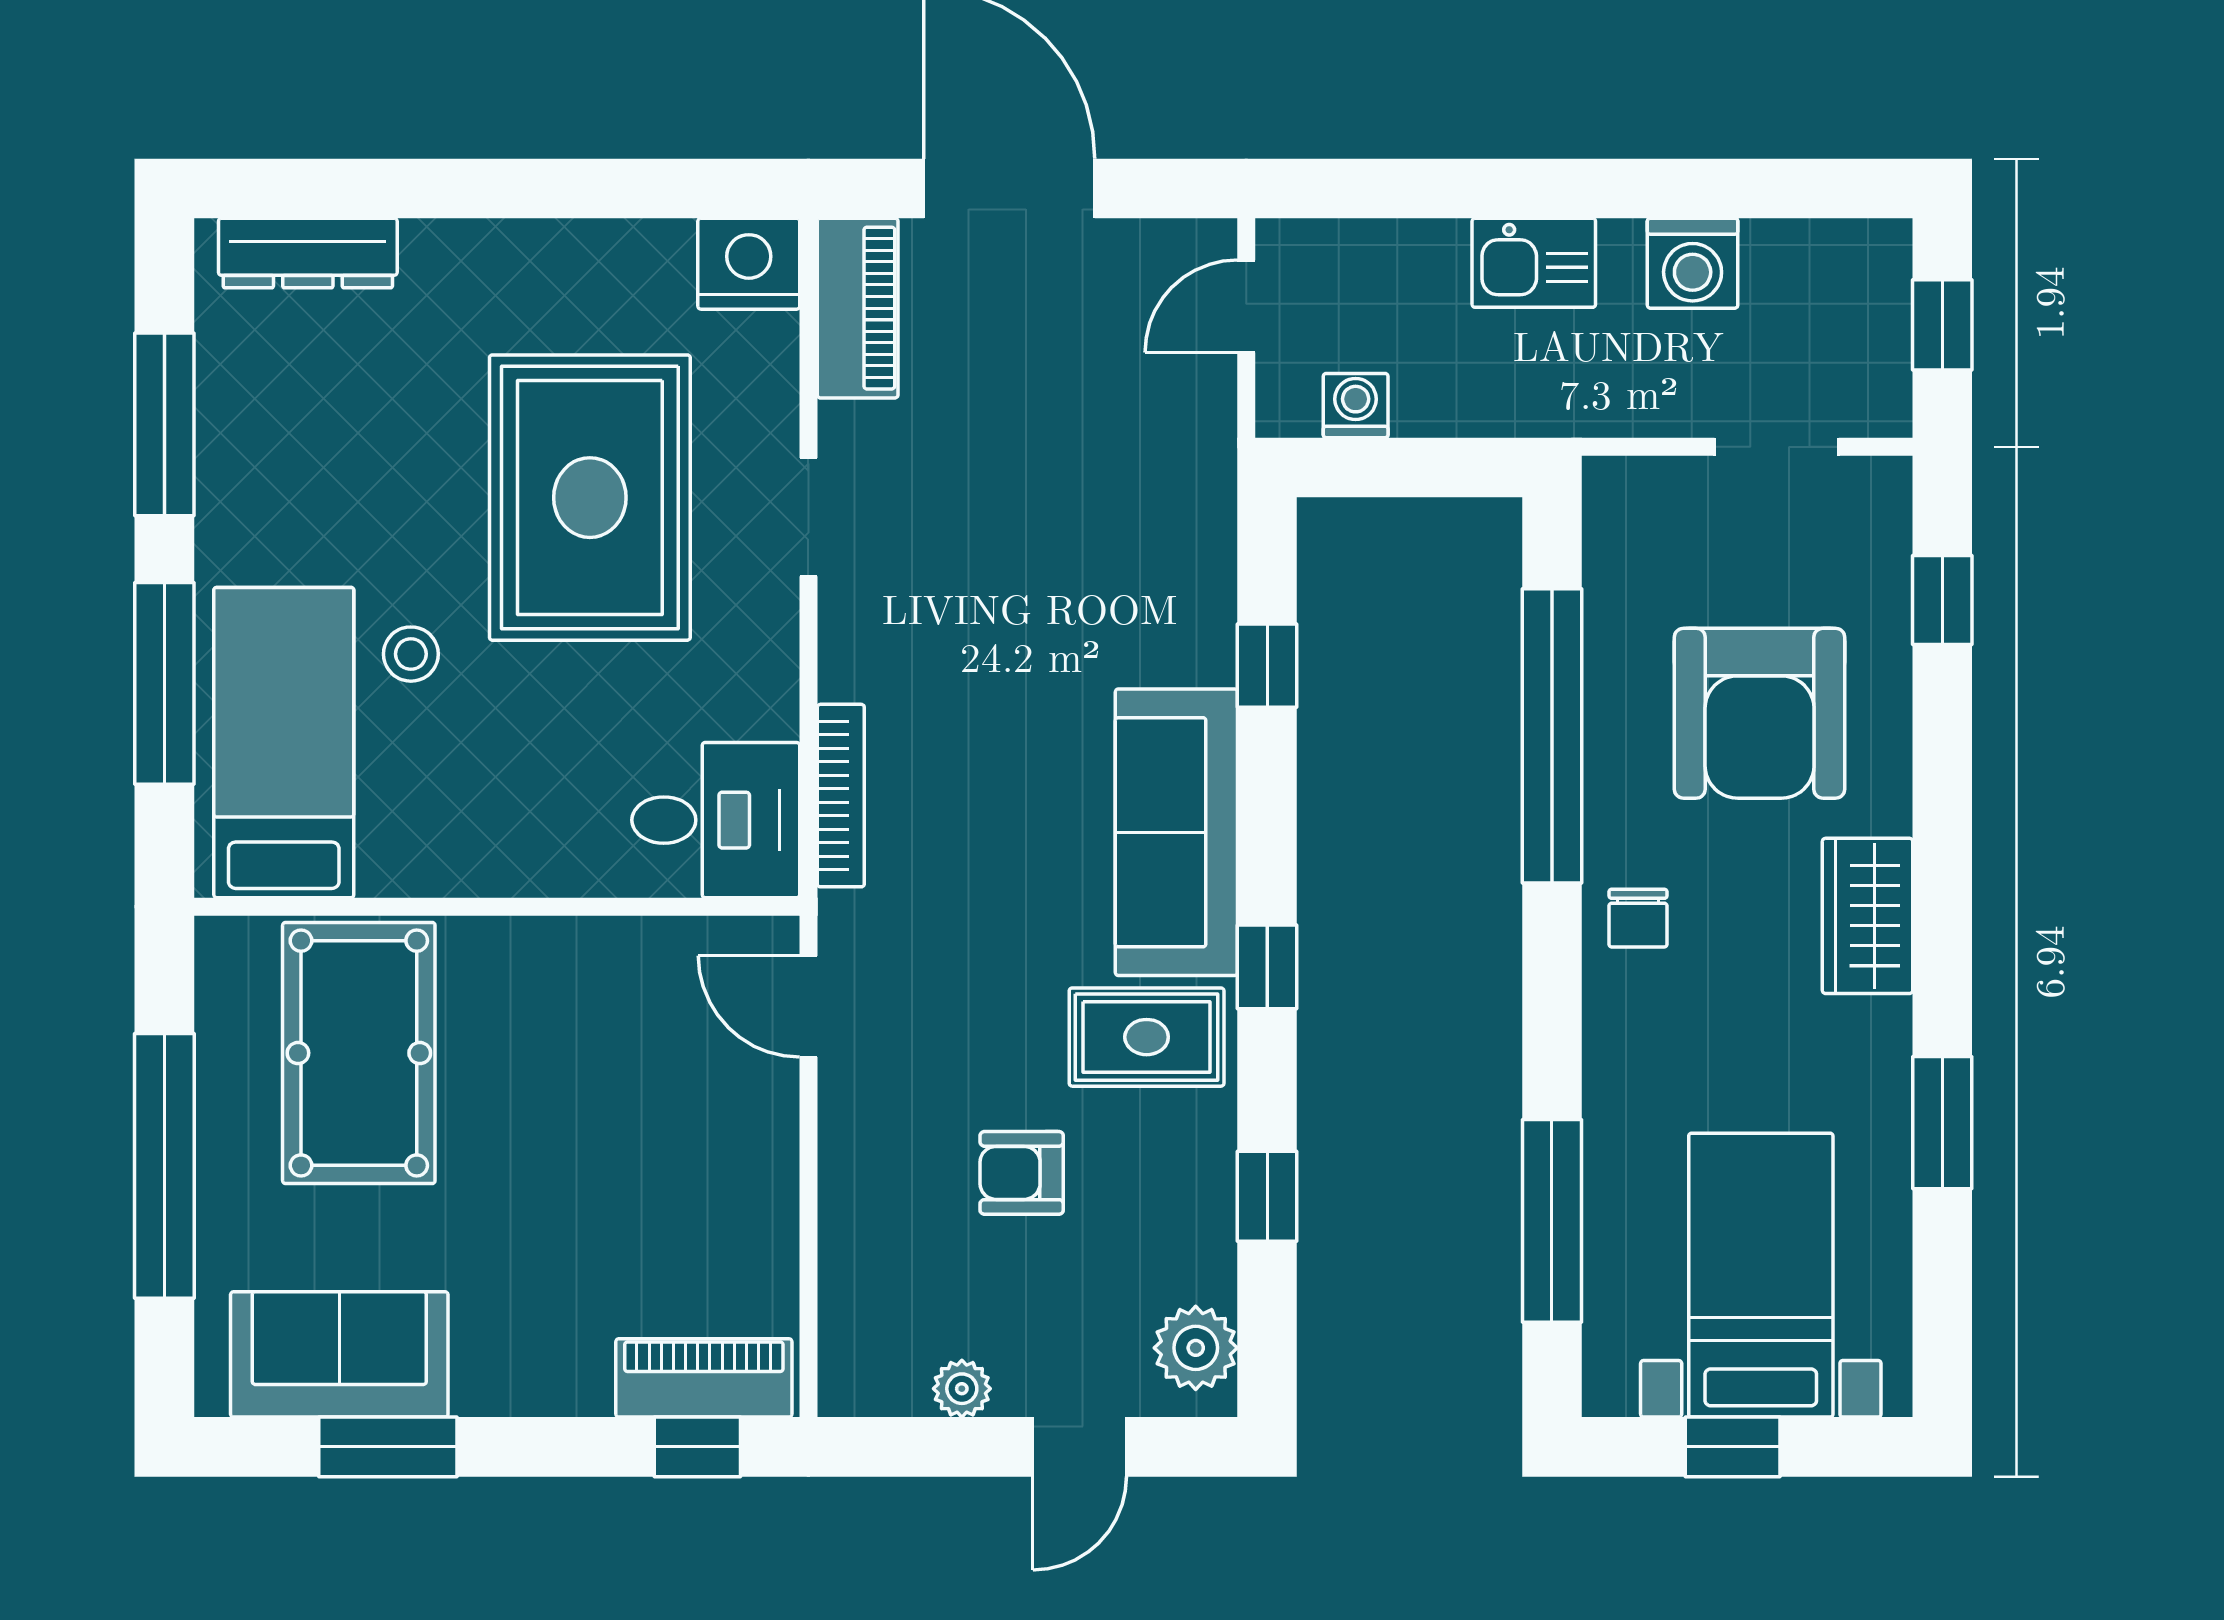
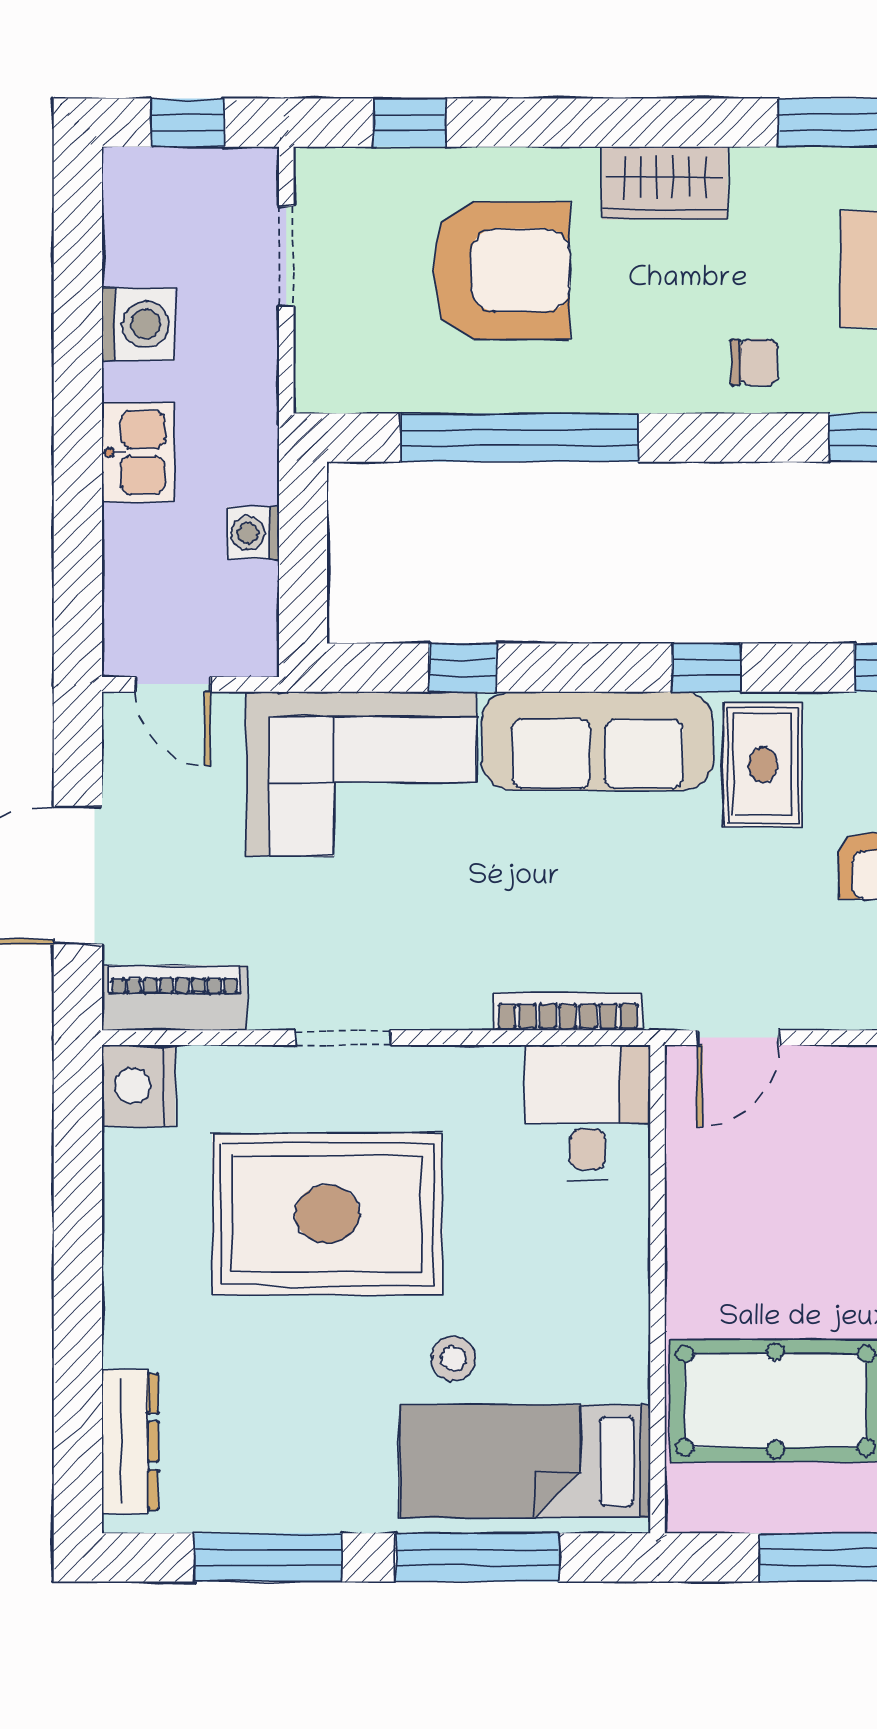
washing machine: (1356, 406) -> (253, 533), moved
corner sofa: (1135, 540) -> (362, 774), added
chair: (1638, 918) -> (754, 362), moved

